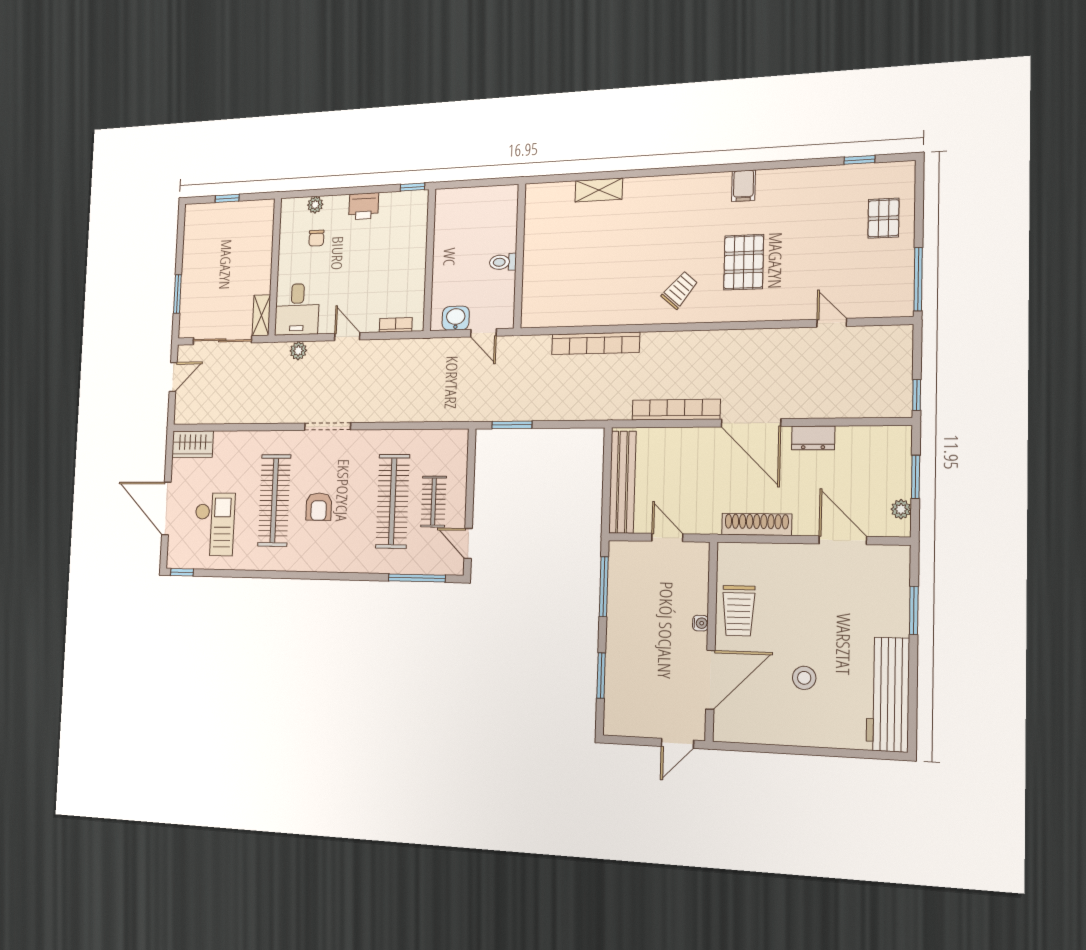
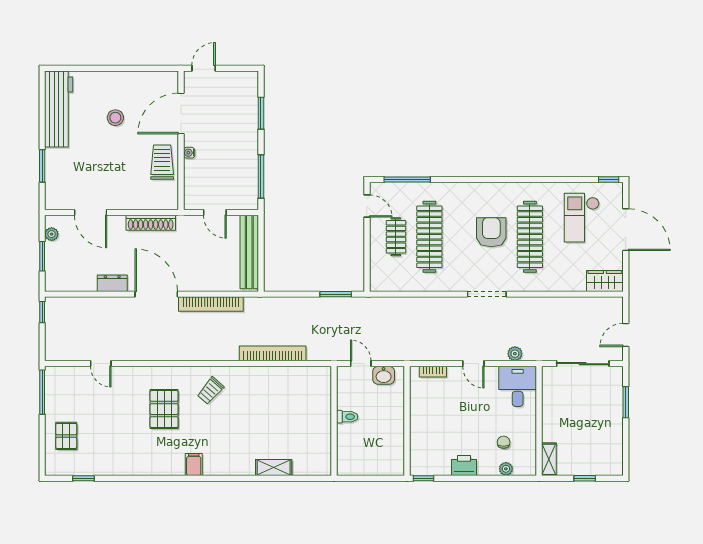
filing cabinet: (744, 186) -> (194, 464), moved
shelving: (261, 315) -> (549, 459), moved
armchair: (319, 507) -> (491, 232), width x1.38, depth x1.38

